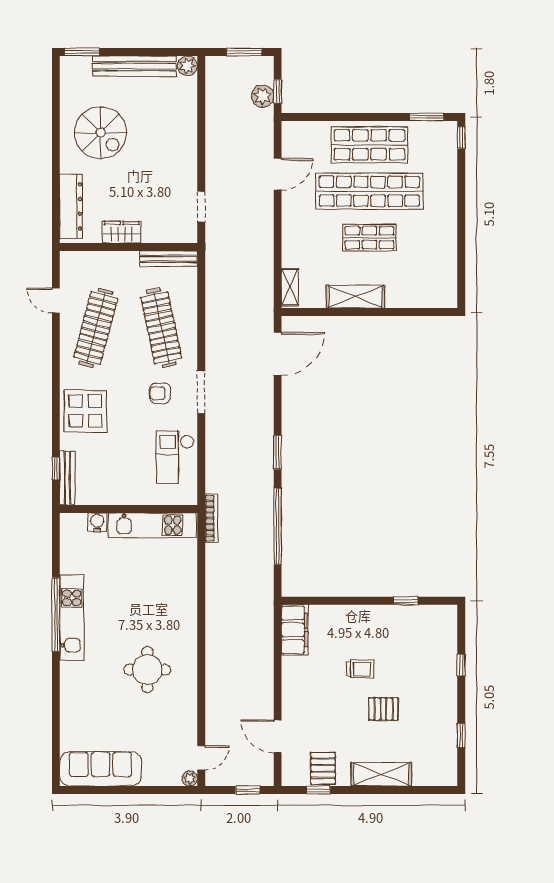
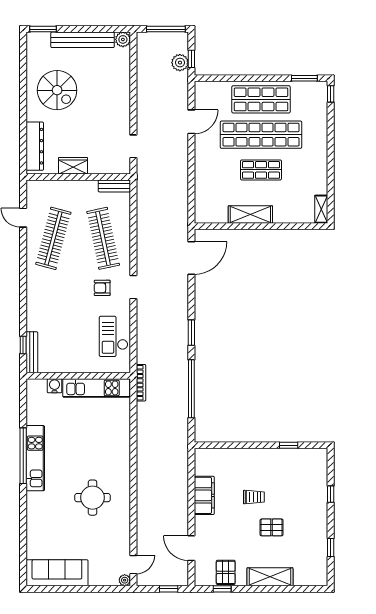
window: (244, 52) -> (166, 29), width x1.44
bench: (168, 259) -> (114, 186), width x0.73
shelving: (290, 287) -> (321, 209), moved
doorway: (201, 392) -> (133, 287), width x0.73
display table: (85, 411) -> (45, 301), removed
filing cabinet: (295, 630) -> (204, 495), moved

